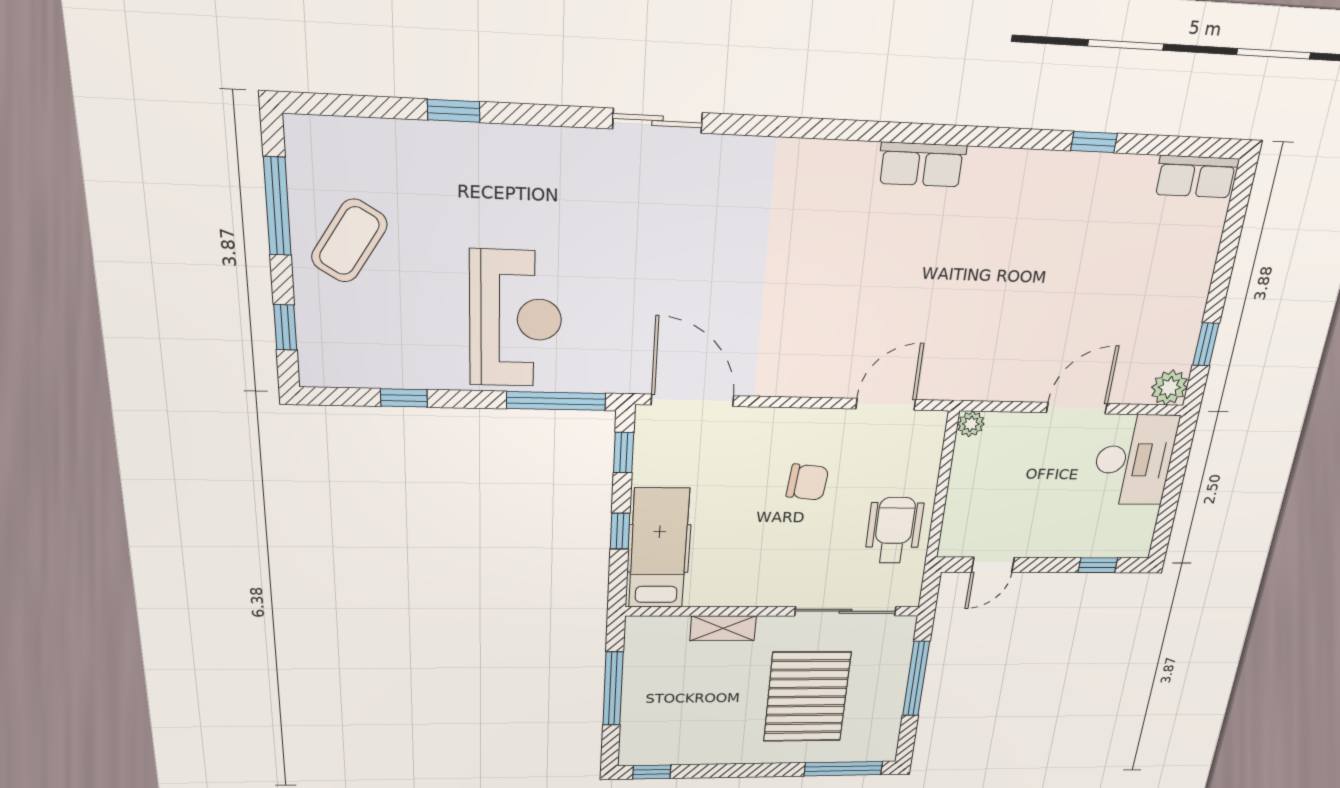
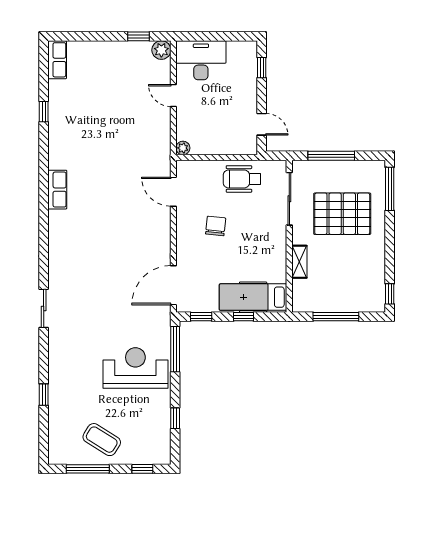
door: (1077, 408) -> (173, 96), width x0.73

